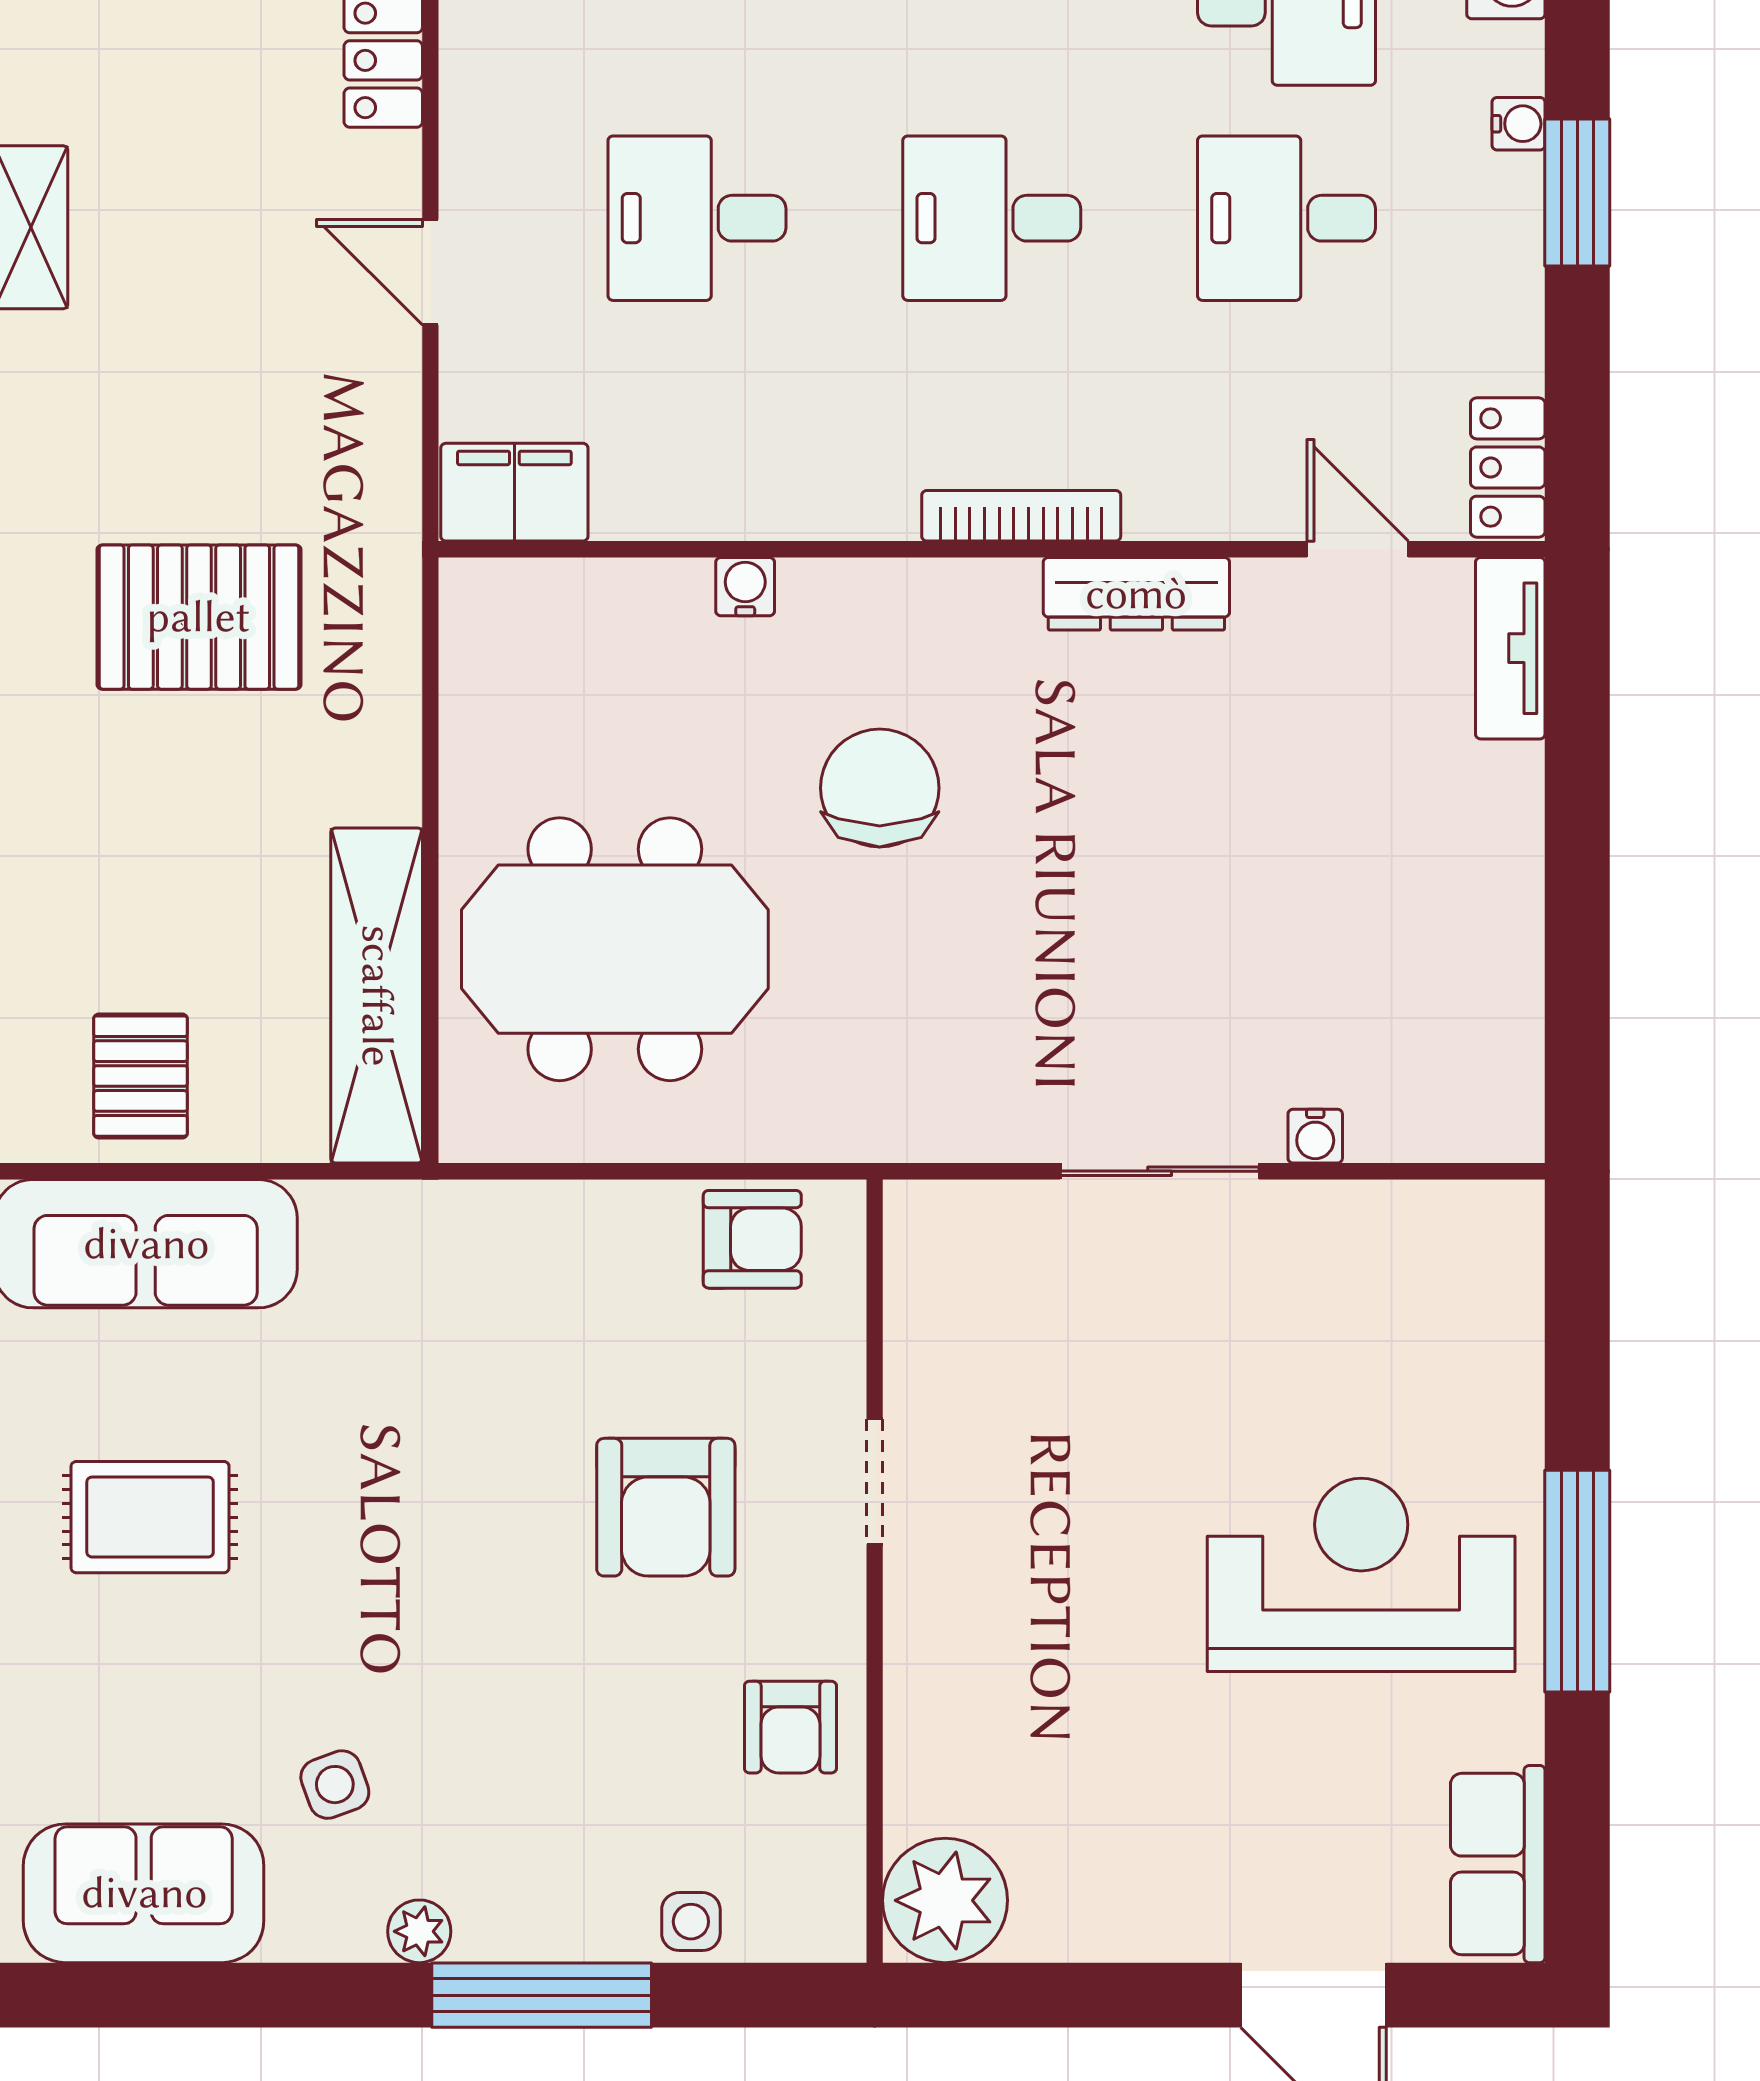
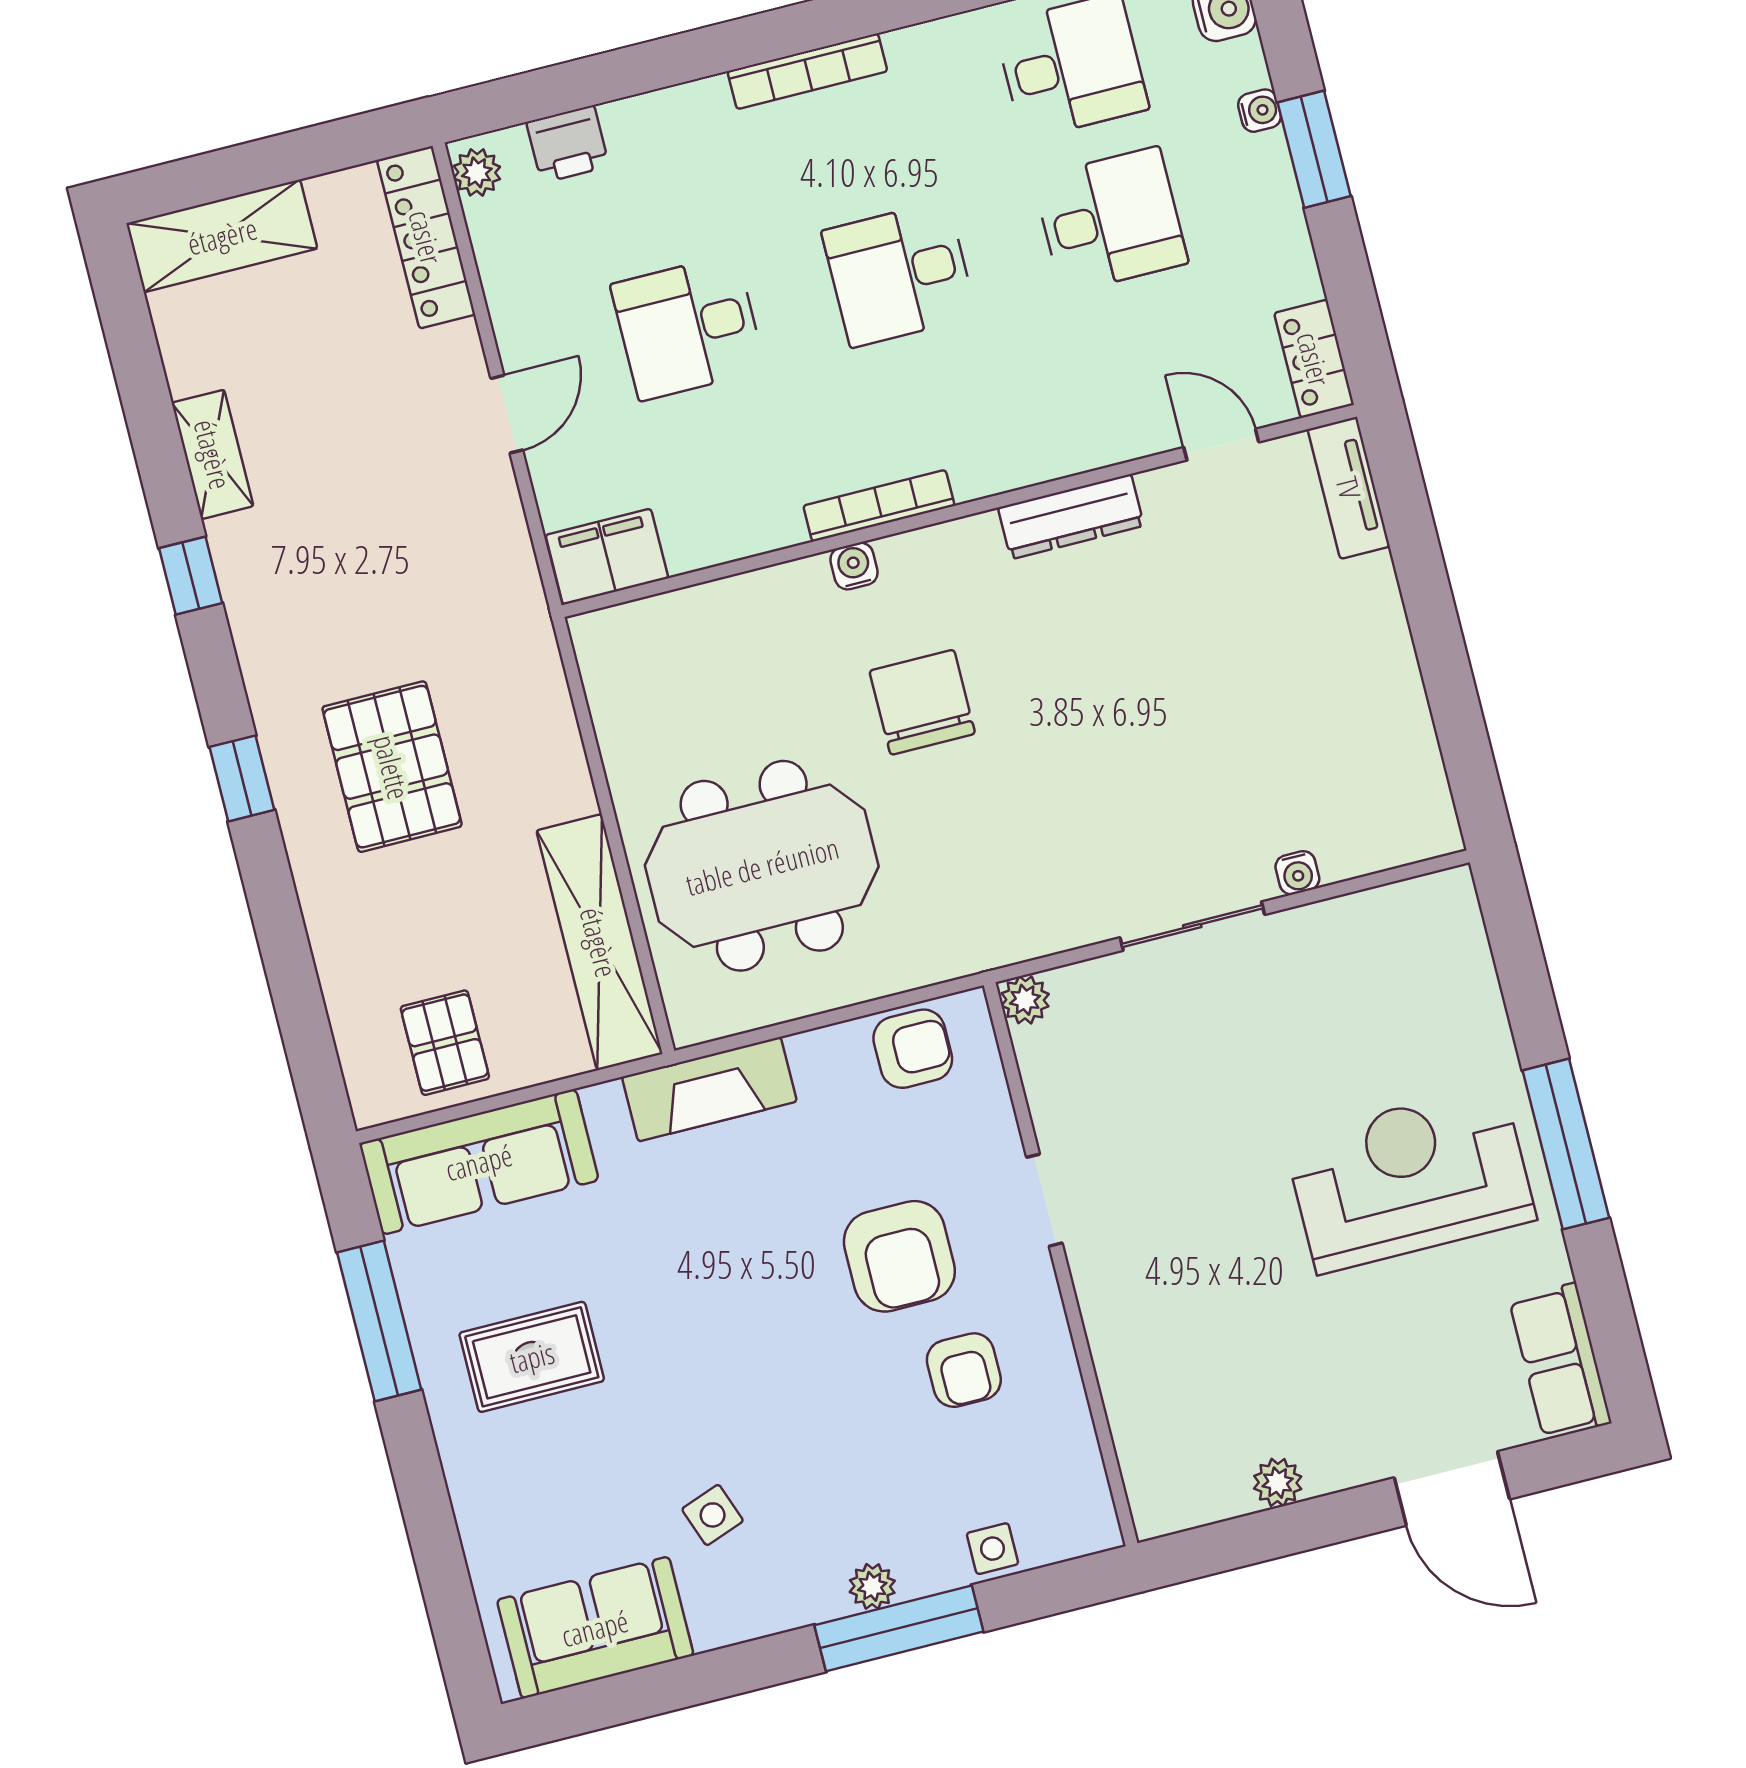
desk: (1286, 218) -> (1110, 220), turned 180
door: (430, 272) -> (507, 414), swing flipped
bookcase: (1021, 516) -> (879, 506), moved
water cooler: (745, 587) -> (854, 566), moved
pallet: (199, 617) -> (392, 767), moved, turned 90
plant: (916, 1212) -> (1025, 1000), added
fireplace: (472, 1225) -> (709, 1089), added
armchair: (790, 1727) -> (964, 1370), moved
plant: (945, 1900) -> (1278, 1483), moved, width x0.53, depth x0.53
plant: (419, 1931) -> (872, 1586), moved

